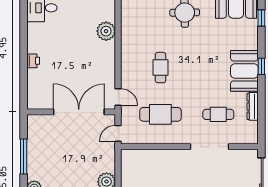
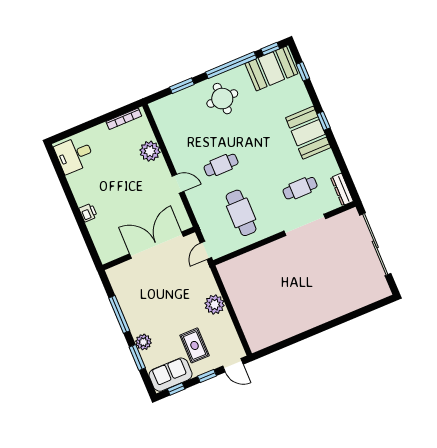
cafe table: (160, 68) -> (221, 165), turned 90
door: (118, 97) -> (178, 184), moved
dresser: (253, 106) -> (342, 189), moved
cafe table: (160, 114) -> (241, 213), turned 90

